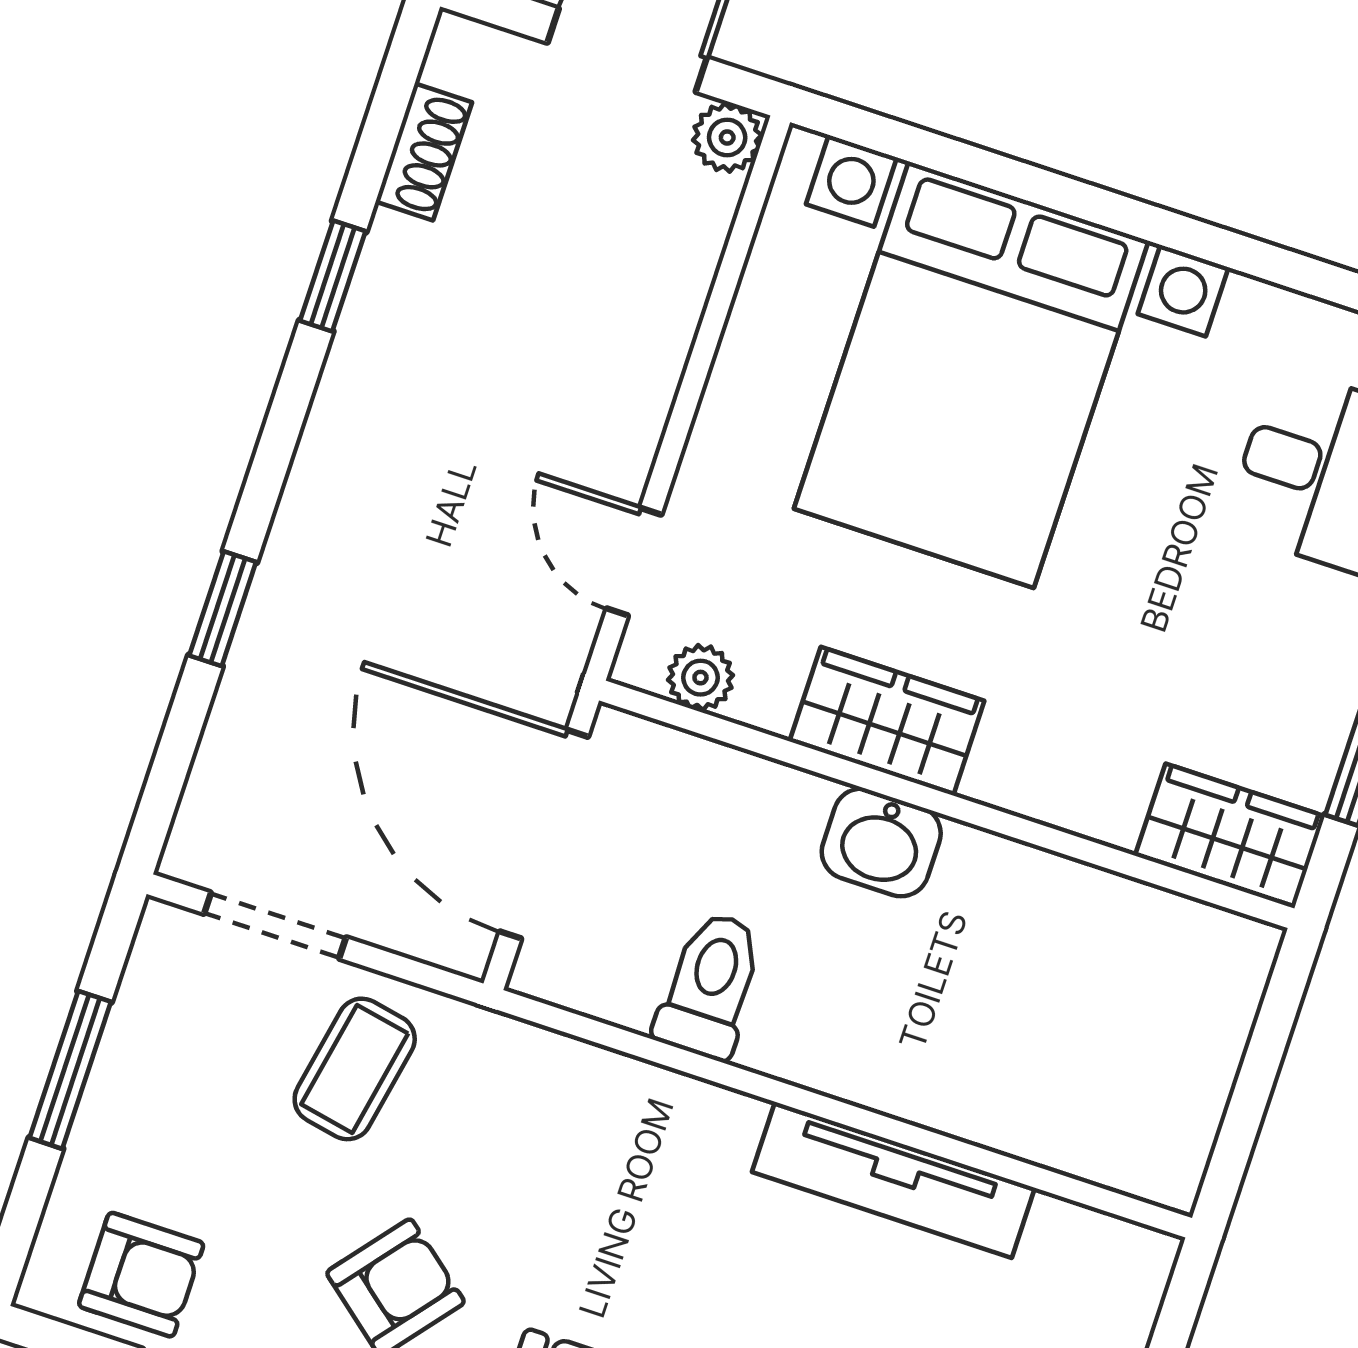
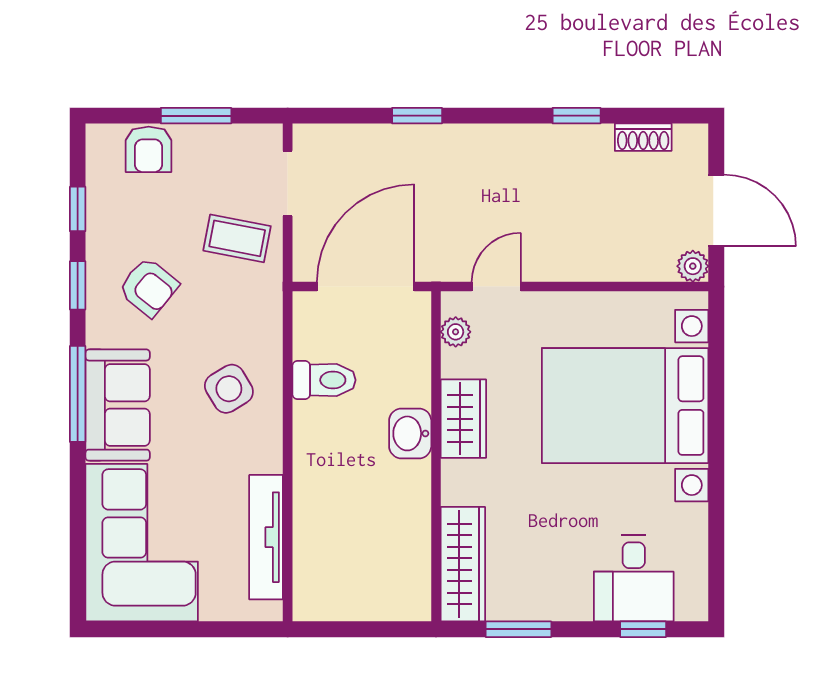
wardrobe: (1230, 836) -> (463, 564), width x1.50
tv unit: (893, 1180) -> (266, 537), moved
side table: (663, 1190) -> (229, 389), added
armchair: (141, 1275) -> (149, 149), moved

